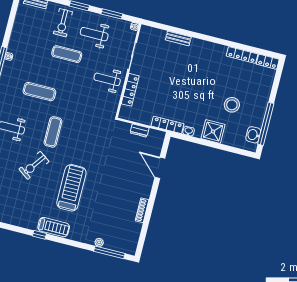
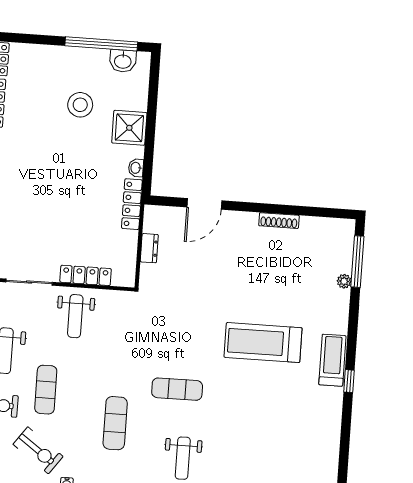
exercise bike: (34, 165) -> (38, 450), moved

